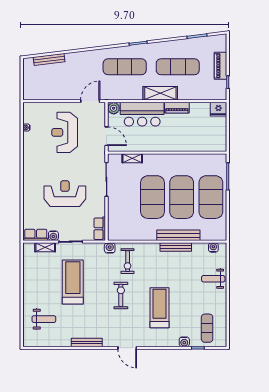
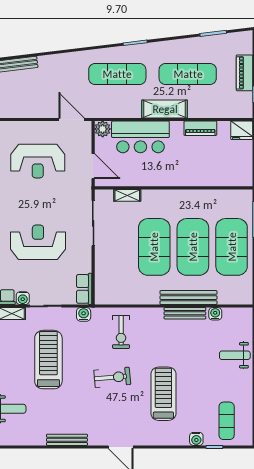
door: (90, 101) -> (72, 120), hinge flipped
piano: (177, 108) -> (200, 128), moved
reception desk: (65, 132) -> (38, 161), turned -90
water cooler: (110, 248) -> (84, 314), moved
water cooler: (213, 248) -> (215, 314), moved
exercise bike: (121, 295) -> (112, 377), turned 85

